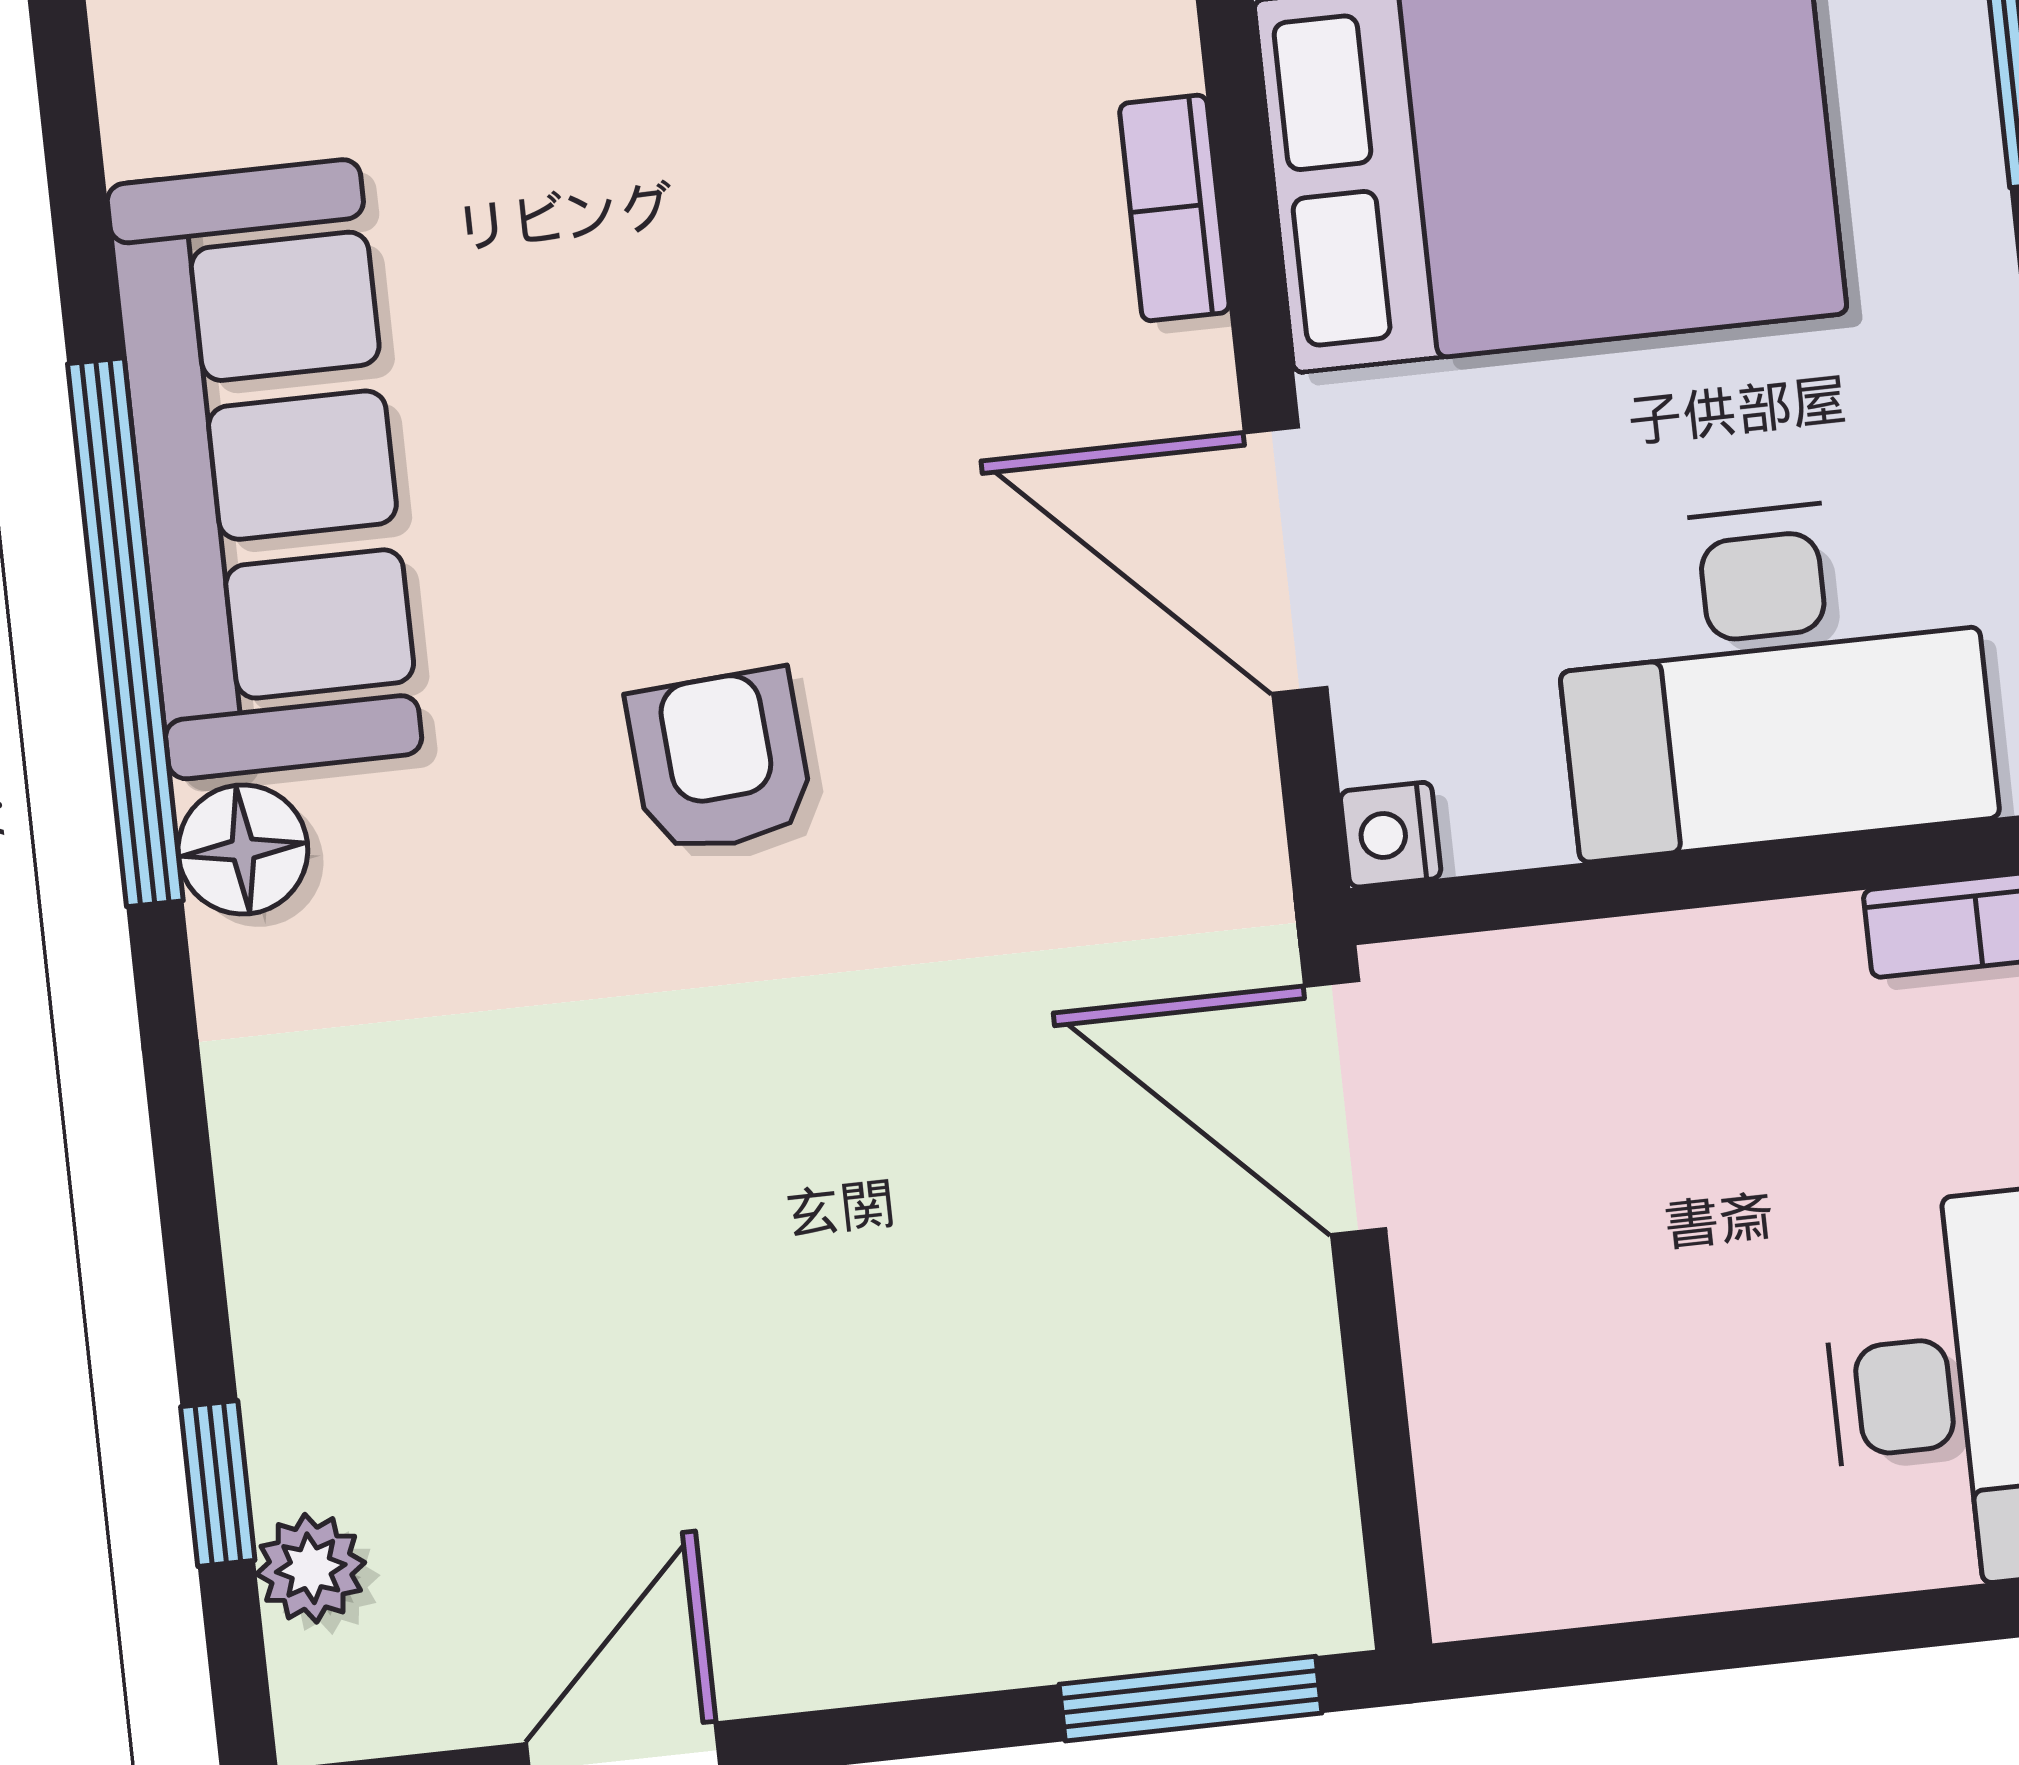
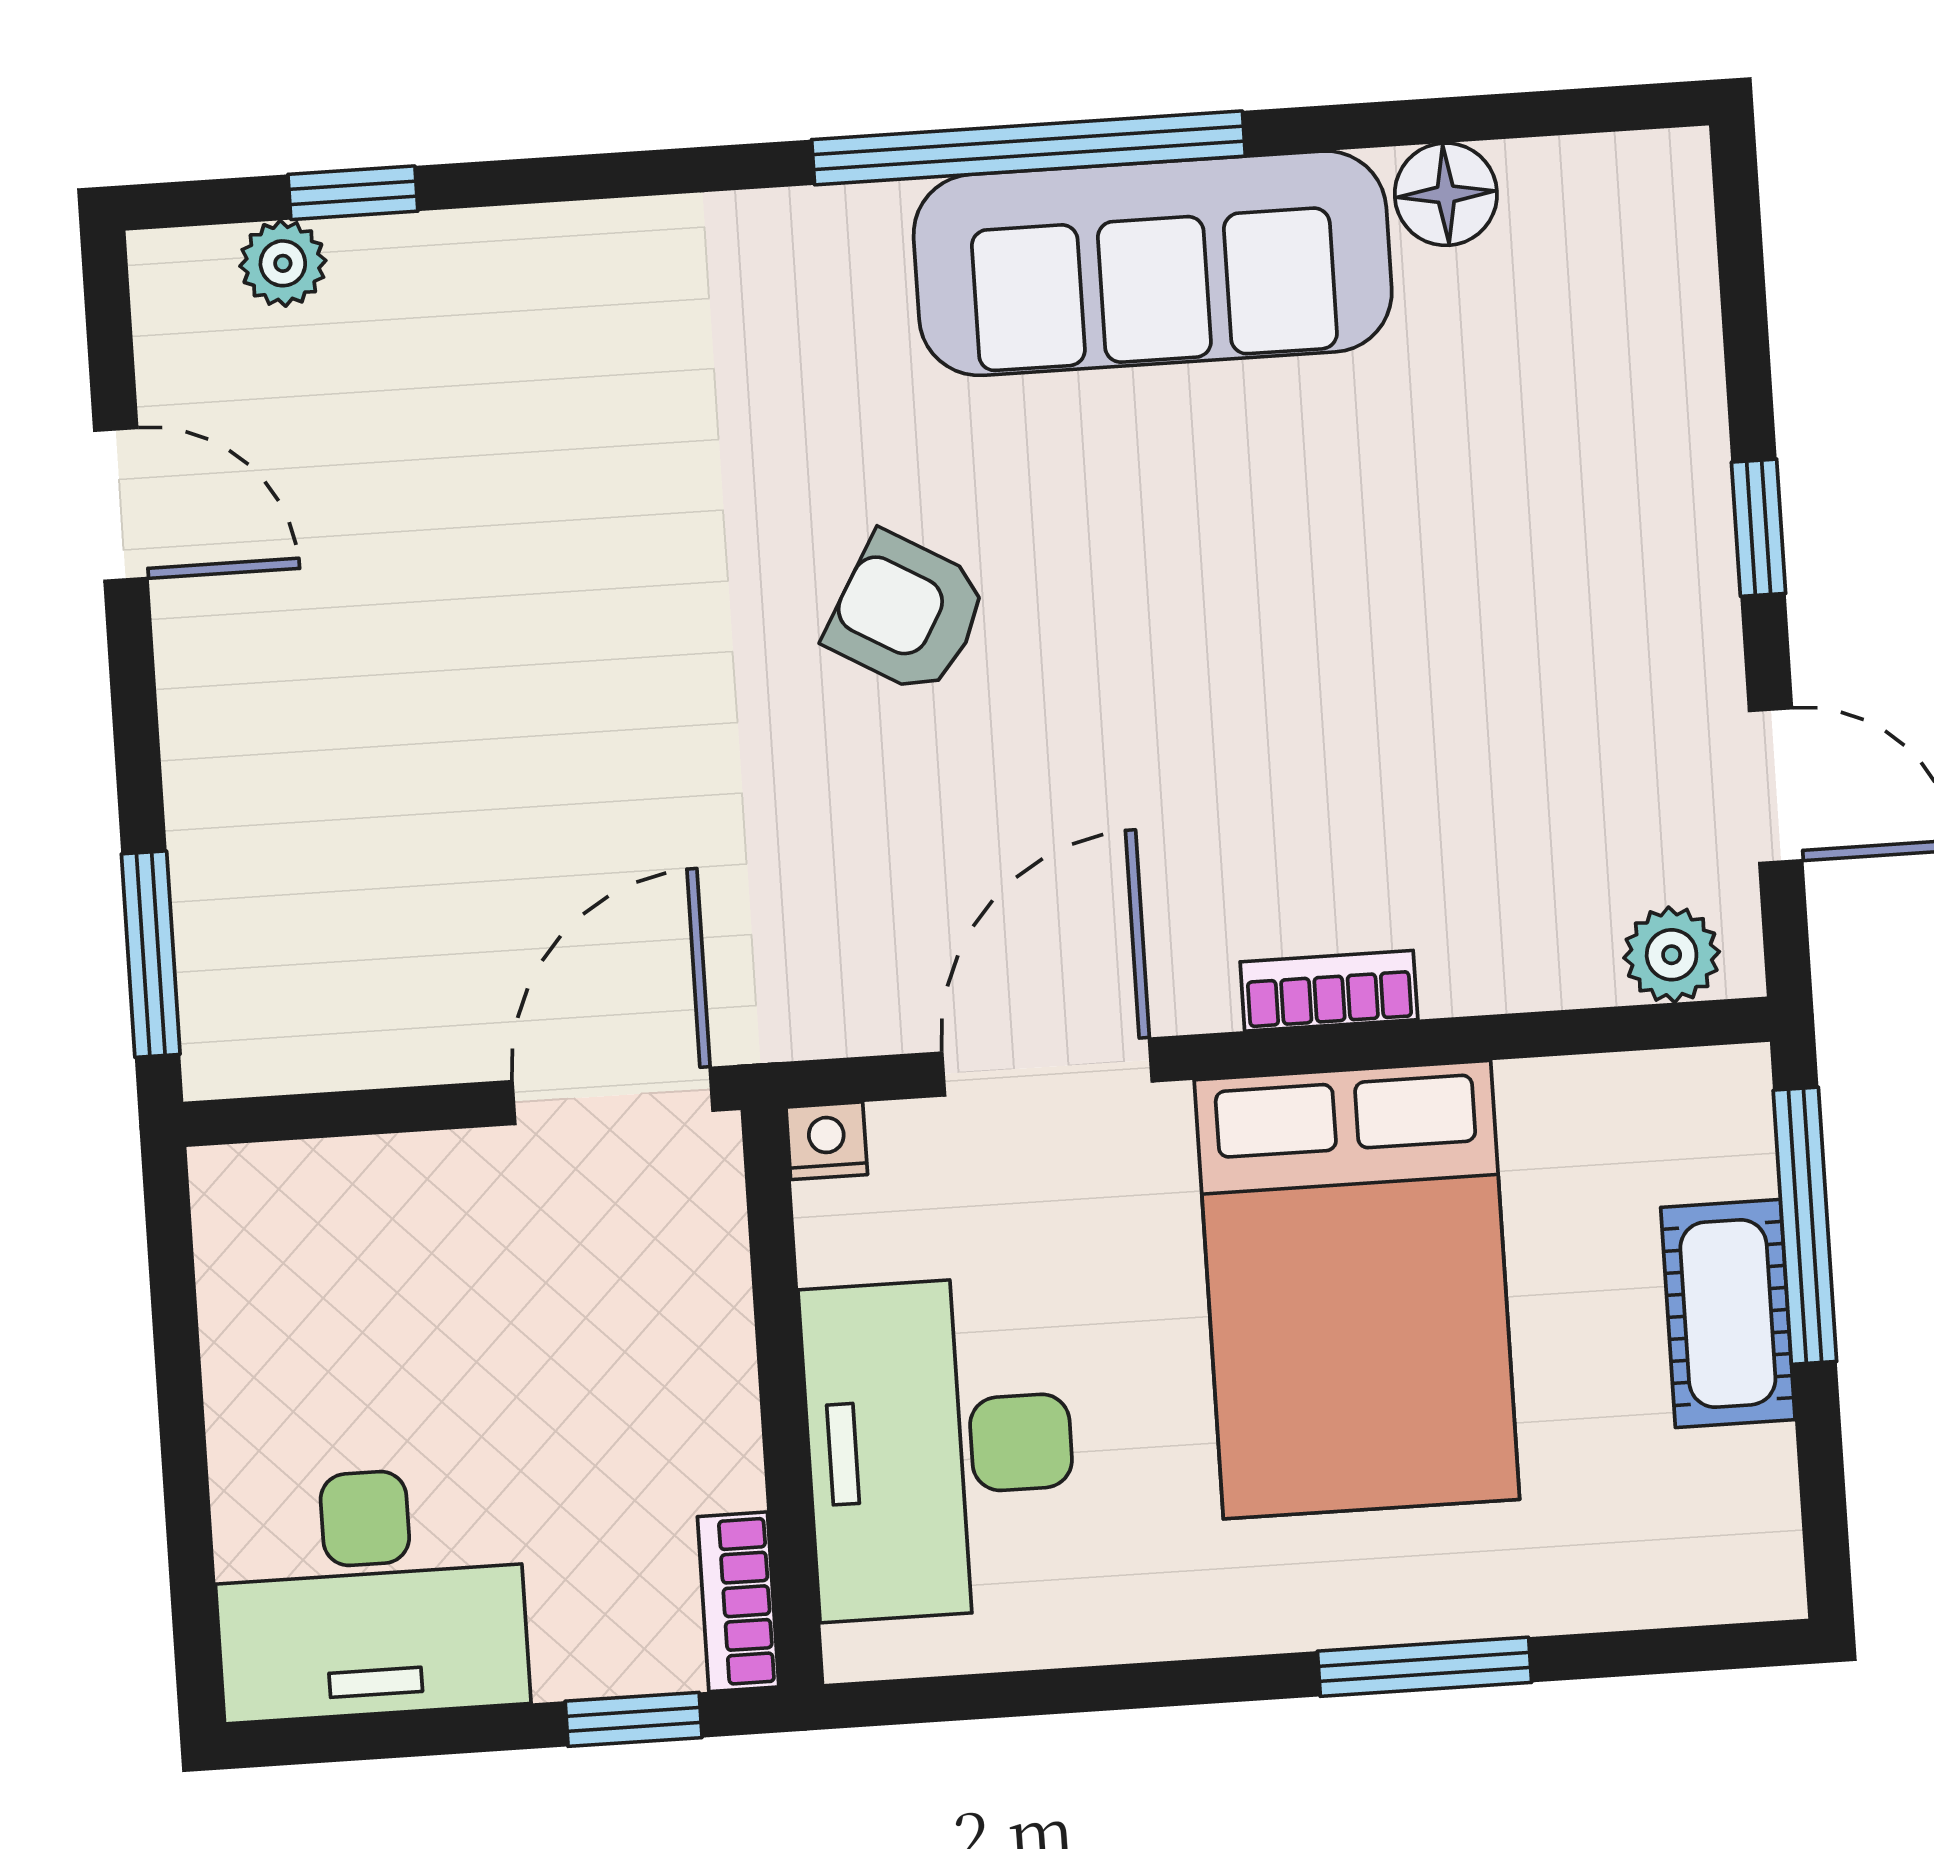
armchair: (720, 761) -> (907, 613), turned -146
floor lamp: (243, 850) -> (1446, 194), moved

